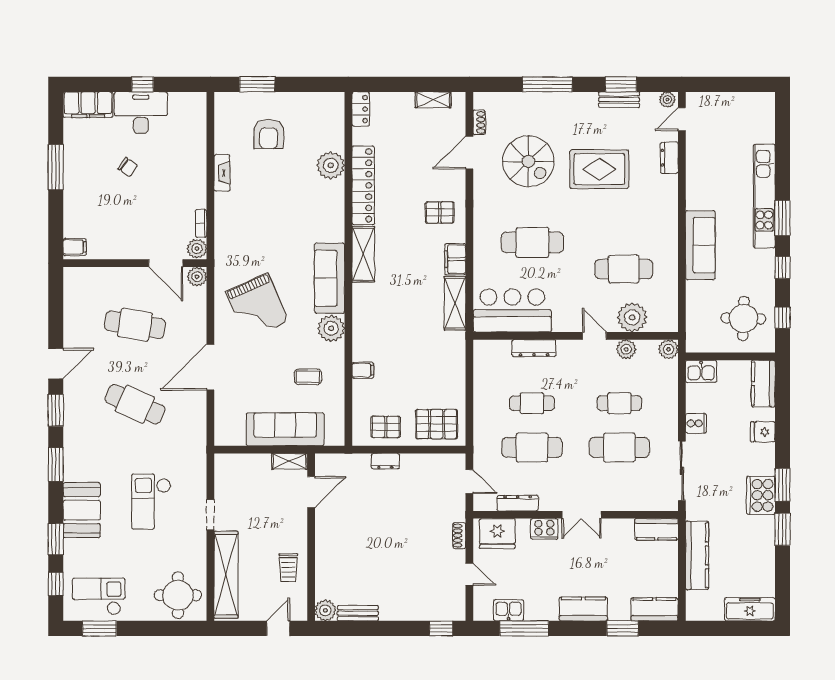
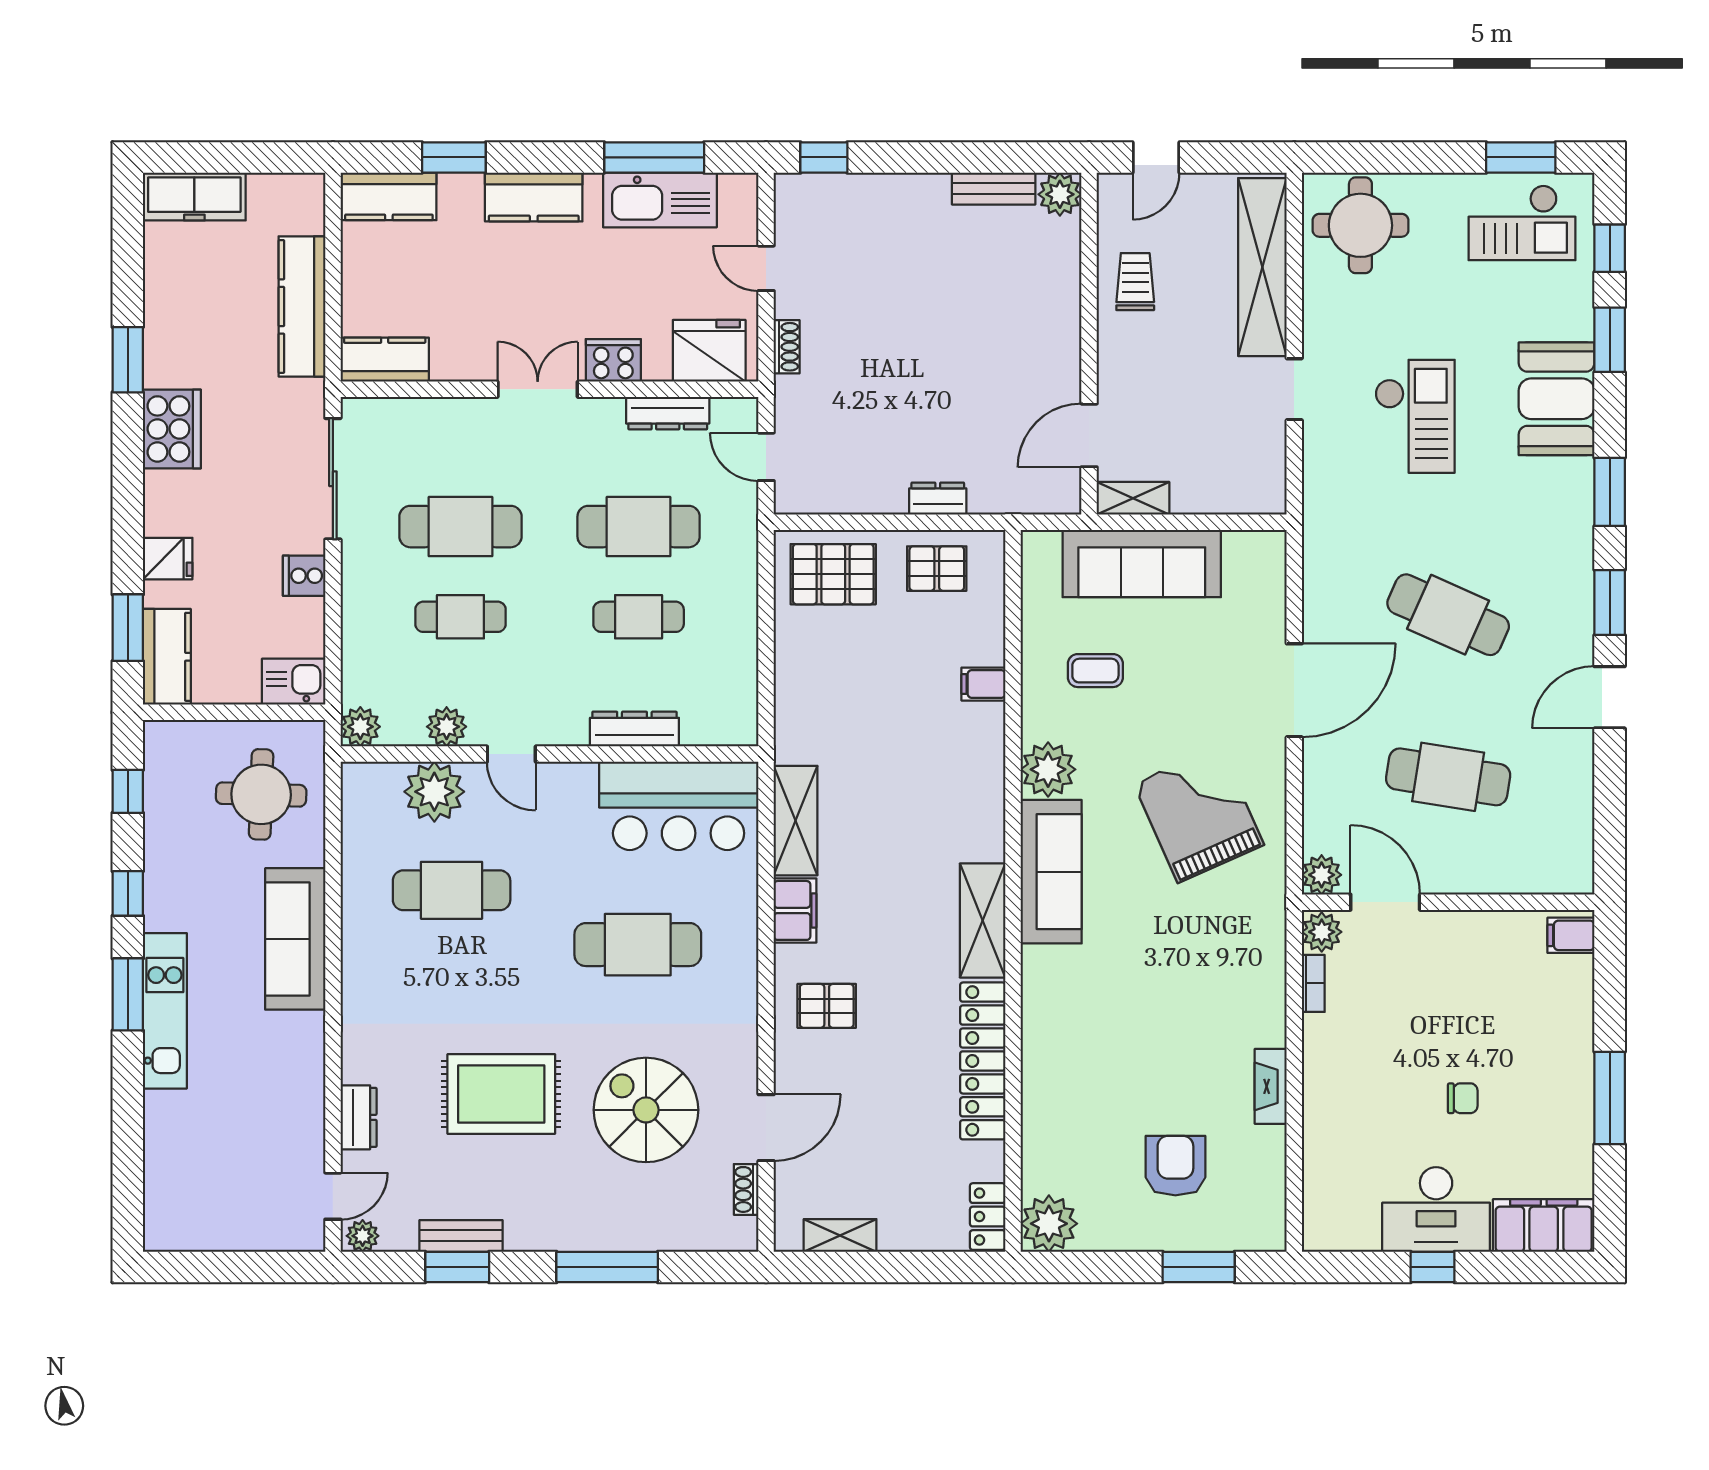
plant: (331, 165) -> (1049, 1224), moved
chair: (128, 167) -> (1463, 1098), turned 145
kitchen unit: (764, 196) -> (165, 1011), width x0.73
round table: (743, 319) -> (261, 794), moved
window: (782, 485) -> (128, 628), moved
kitchen sink: (508, 610) -> (660, 200), width x1.88, depth x1.24

